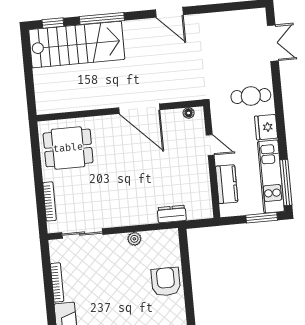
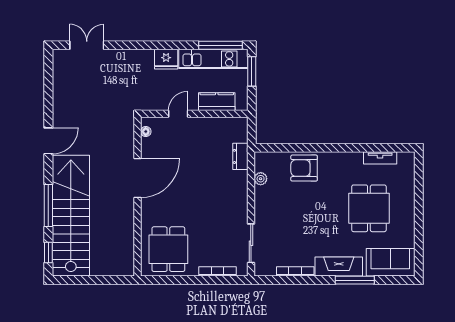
stairs: (77, 44) -> (71, 216), width x1.36
cafe table: (251, 96) -> (135, 71), removed
plant: (134, 239) -> (261, 179), moved

